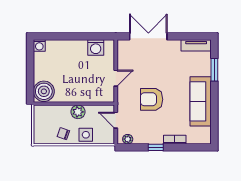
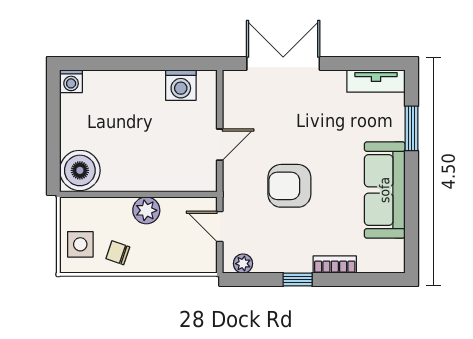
side table: (86, 135) -> (80, 244), moved

